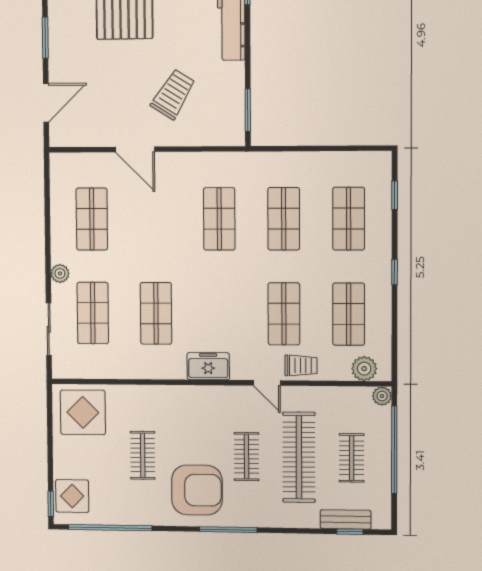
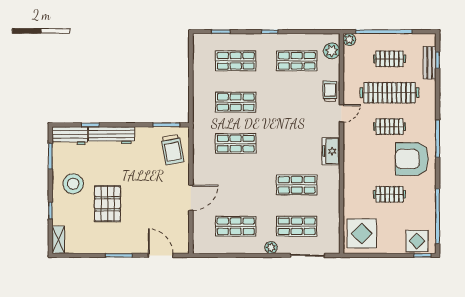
trolley: (173, 94) -> (172, 150), moved, turned -132
shop shelf: (284, 314) -> (297, 102), removed
armchair: (197, 490) -> (412, 159), turned -90

